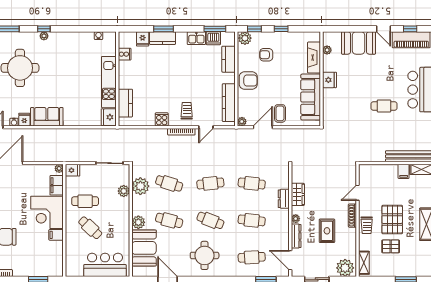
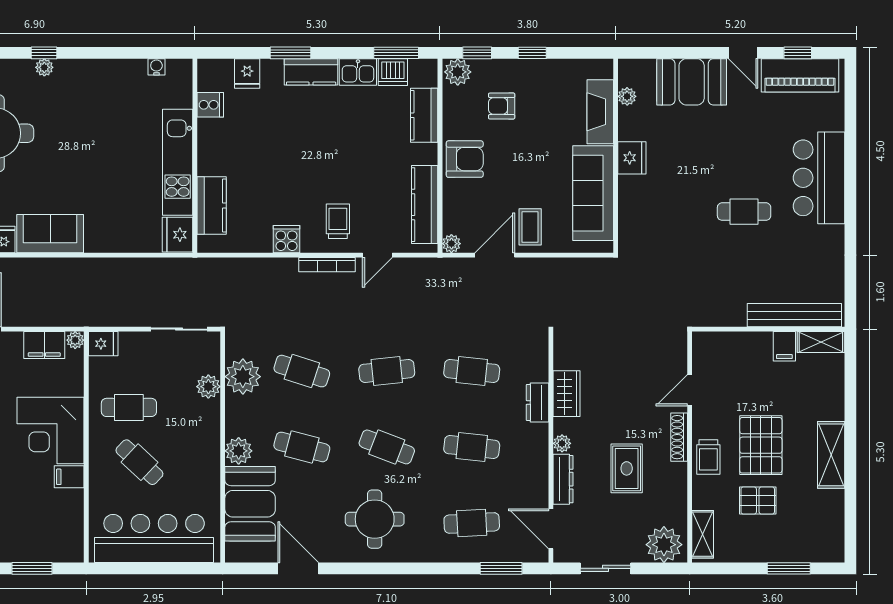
kitchen counter: (162, 38) -> (311, 72), moved
filing cabinet: (57, 185) -> (44, 345), moved, turned -90
bar counter: (105, 265) -> (154, 538), width x1.36

